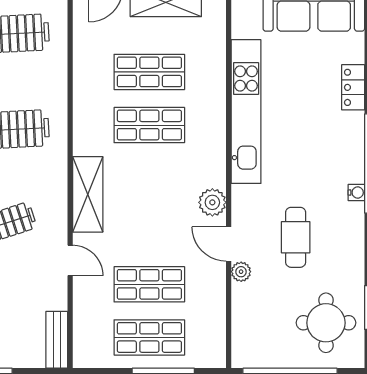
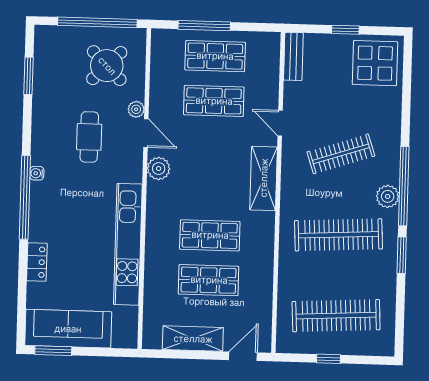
round table: (326, 323) -> (107, 66), moved, turned 45

